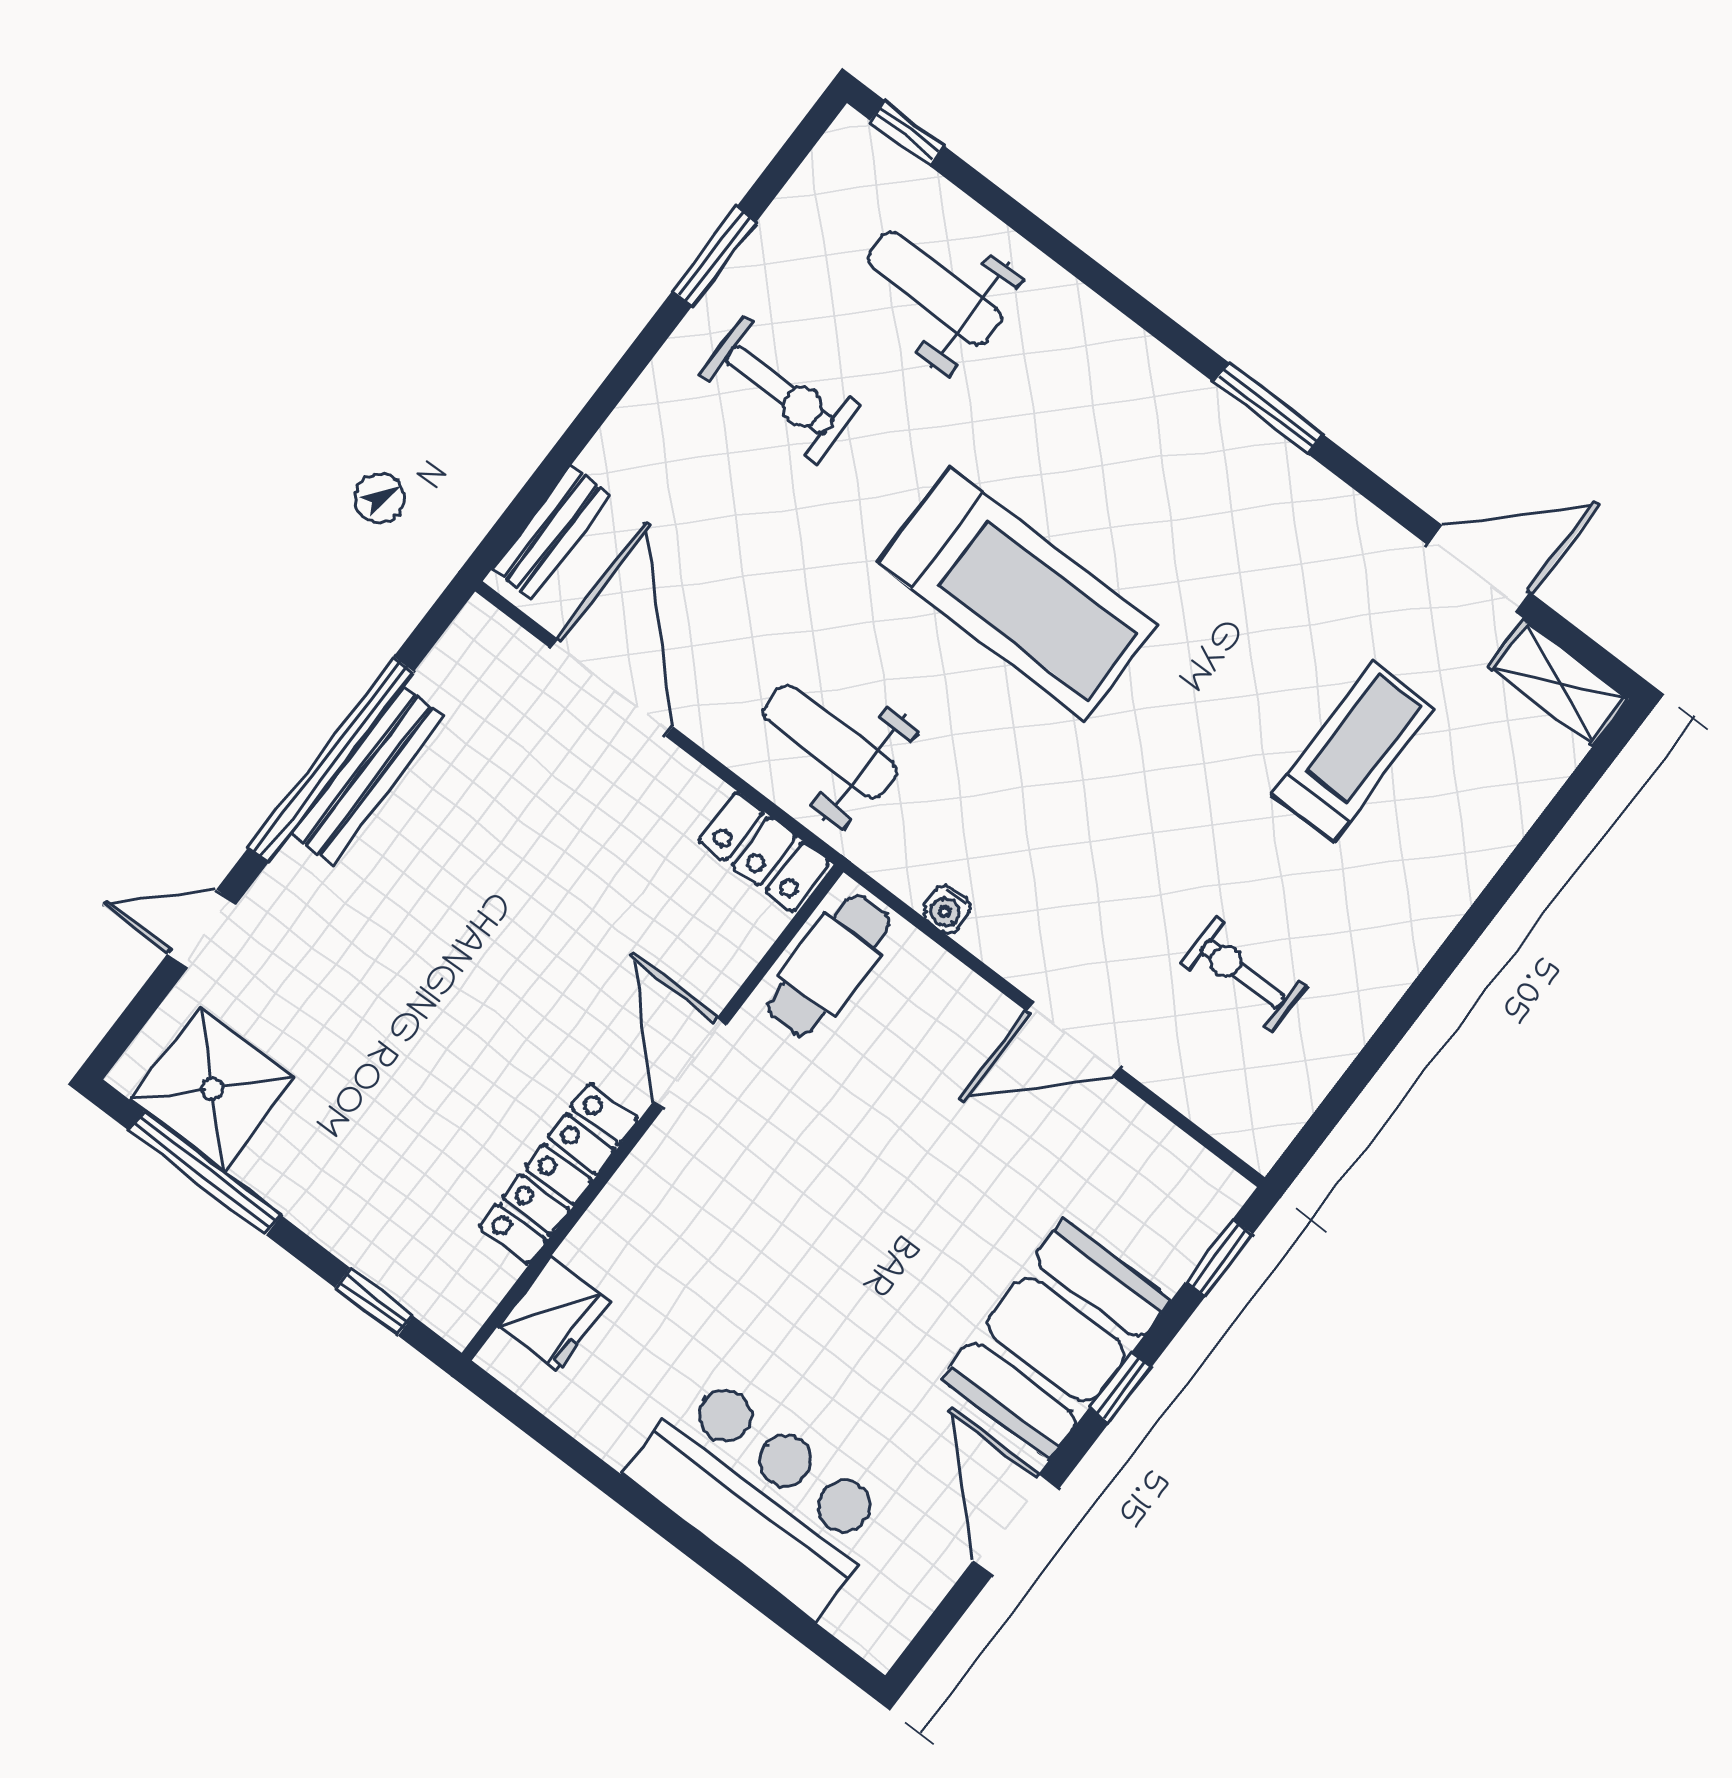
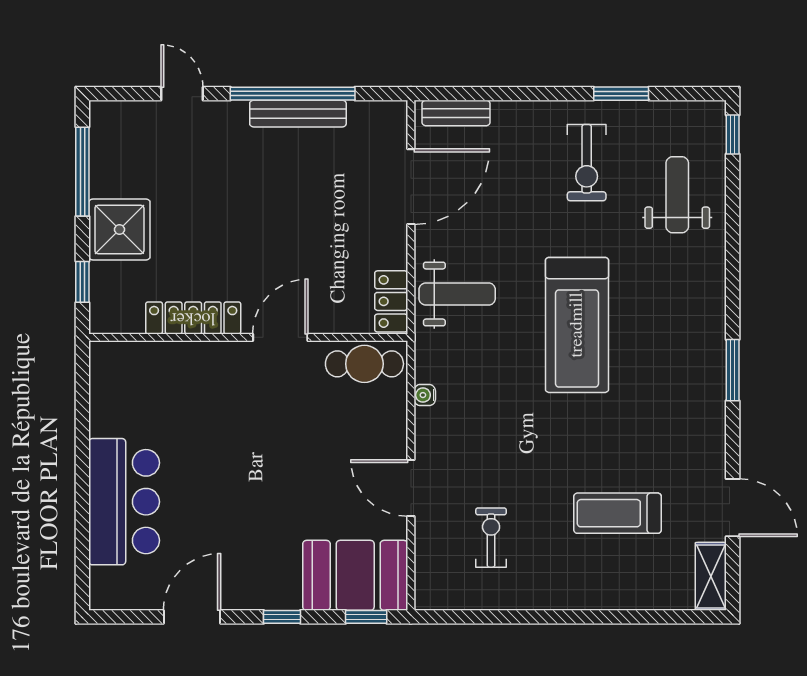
weight bench: (830, 742) -> (457, 294), turned 90
treadmill: (1353, 752) -> (618, 513), turned 180
shower: (212, 1089) -> (119, 230), moved
fridge: (554, 1314) -> (134, 360), removed
booth: (1056, 1339) -> (355, 575), moved

